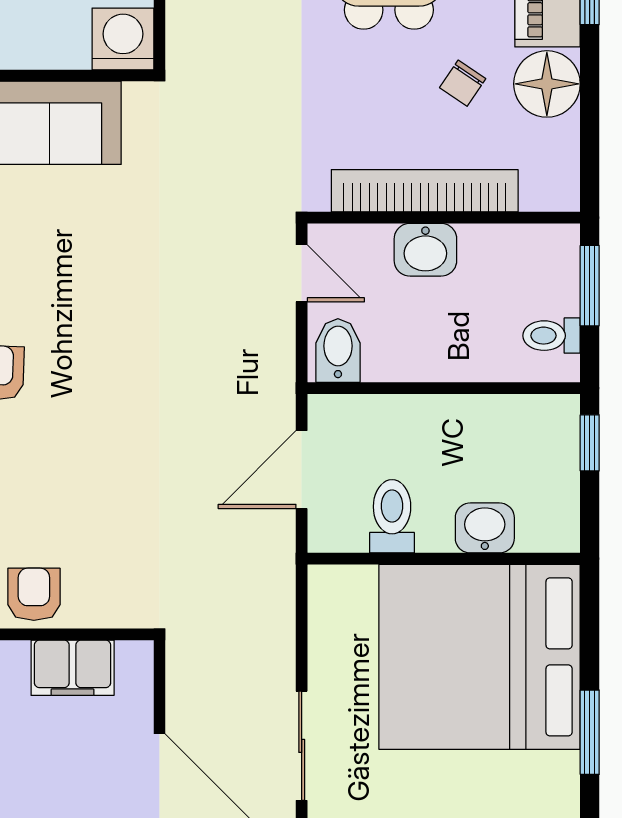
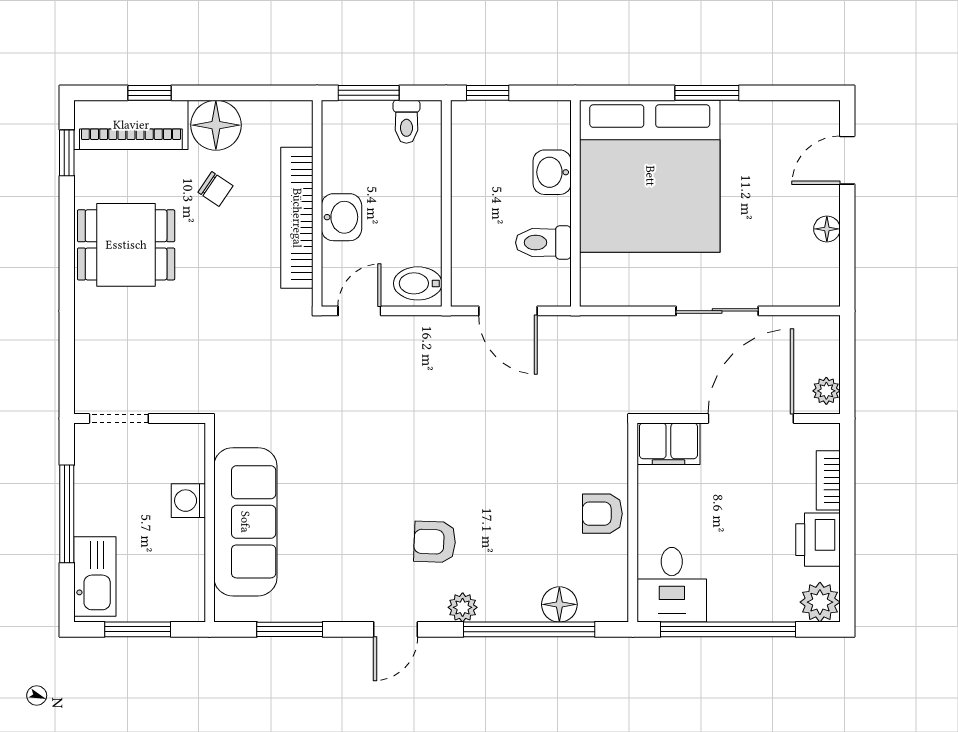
washing machine: (123, 39) -> (188, 501), moved, width x0.73, depth x0.73
filing cabinet: (73, 668) -> (668, 444), moved, turned 90

